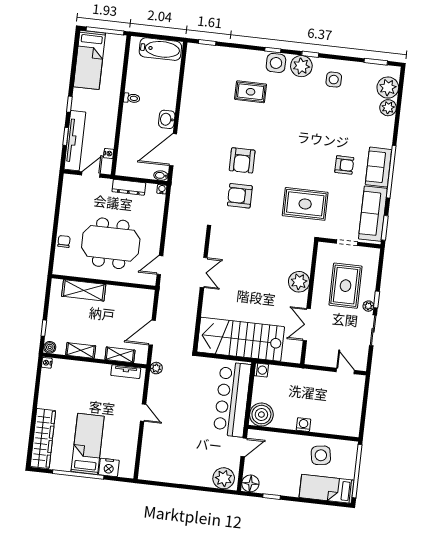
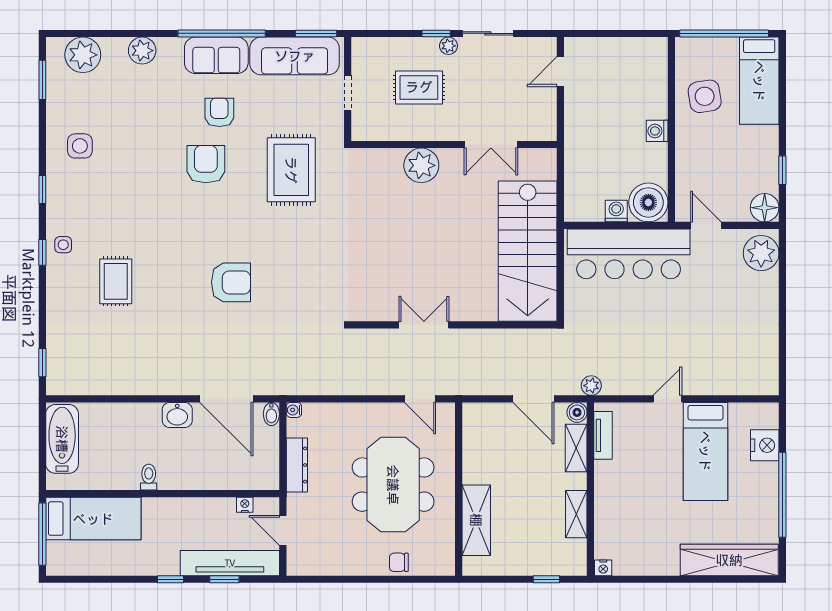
bed: (89, 60) -> (93, 519), moved
side table: (276, 63) -> (63, 245), width x0.54, depth x0.54
plant: (301, 66) -> (64, 202), removed
plant: (388, 108) -> (142, 51), moved
armchair: (240, 196) -> (206, 164), moved, turned 180
rug: (346, 286) -> (419, 87), width x0.73, depth x0.70
boiler: (50, 347) -> (577, 412), moved
washing machine: (261, 370) -> (616, 211), moved
bed: (88, 444) -> (705, 451), moved, turned -90

